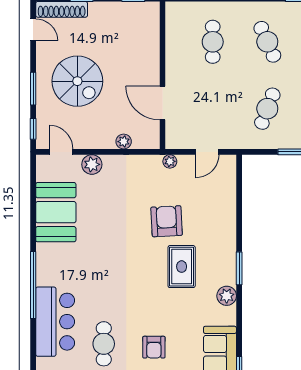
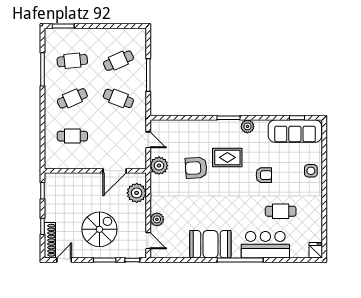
plant: (124, 142) -> (137, 193), width x1.88, depth x1.88
door: (61, 152) -> (148, 241), swing flipped
plant: (170, 161) -> (159, 166), width x1.88, depth x1.88
booth: (56, 212) -> (210, 244), moved
armchair: (154, 347) -> (264, 175), moved

